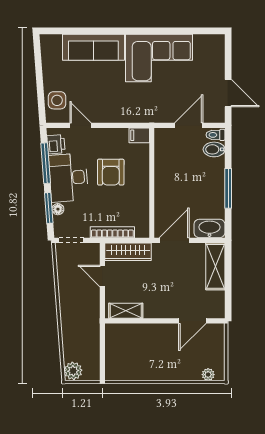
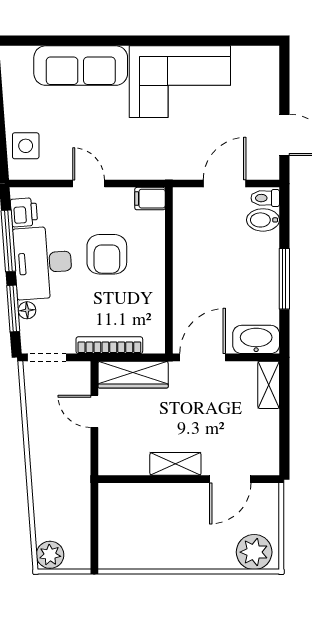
door: (81, 125) -> (89, 184), moved
shelving: (215, 266) -> (269, 385), width x0.67, depth x0.75
shelving: (126, 311) -> (175, 464), moved
plant: (208, 375) -> (254, 552), width x1.88, depth x1.88

